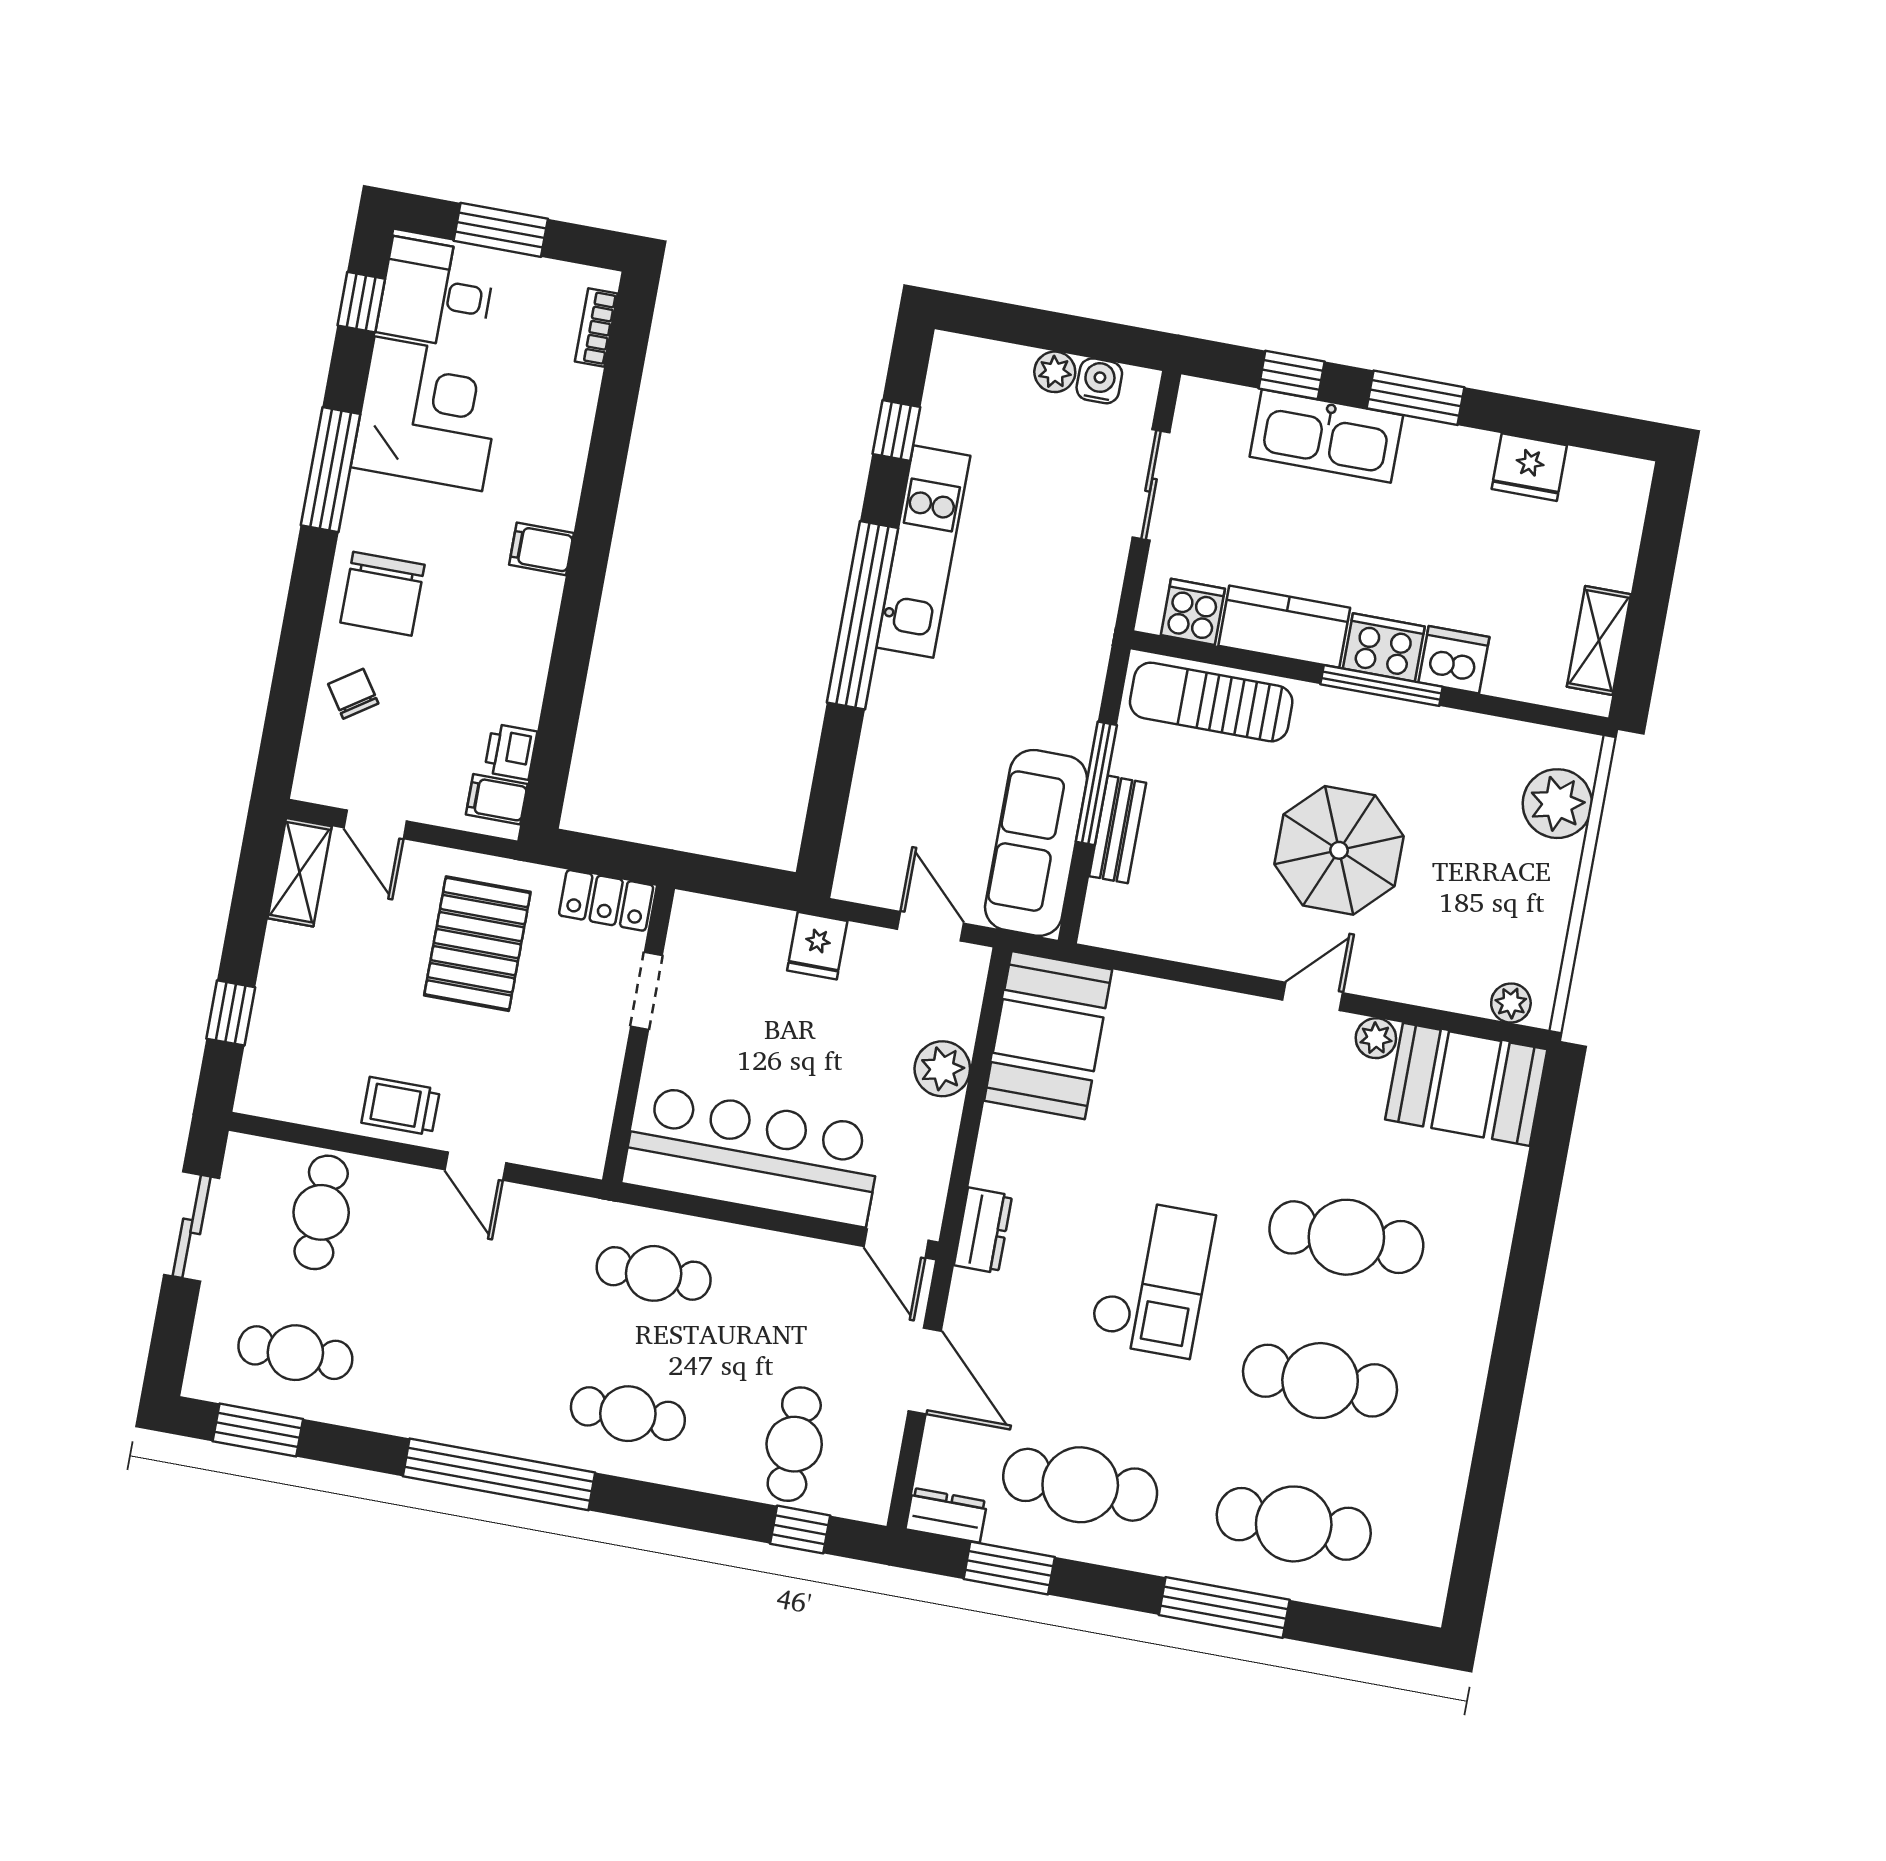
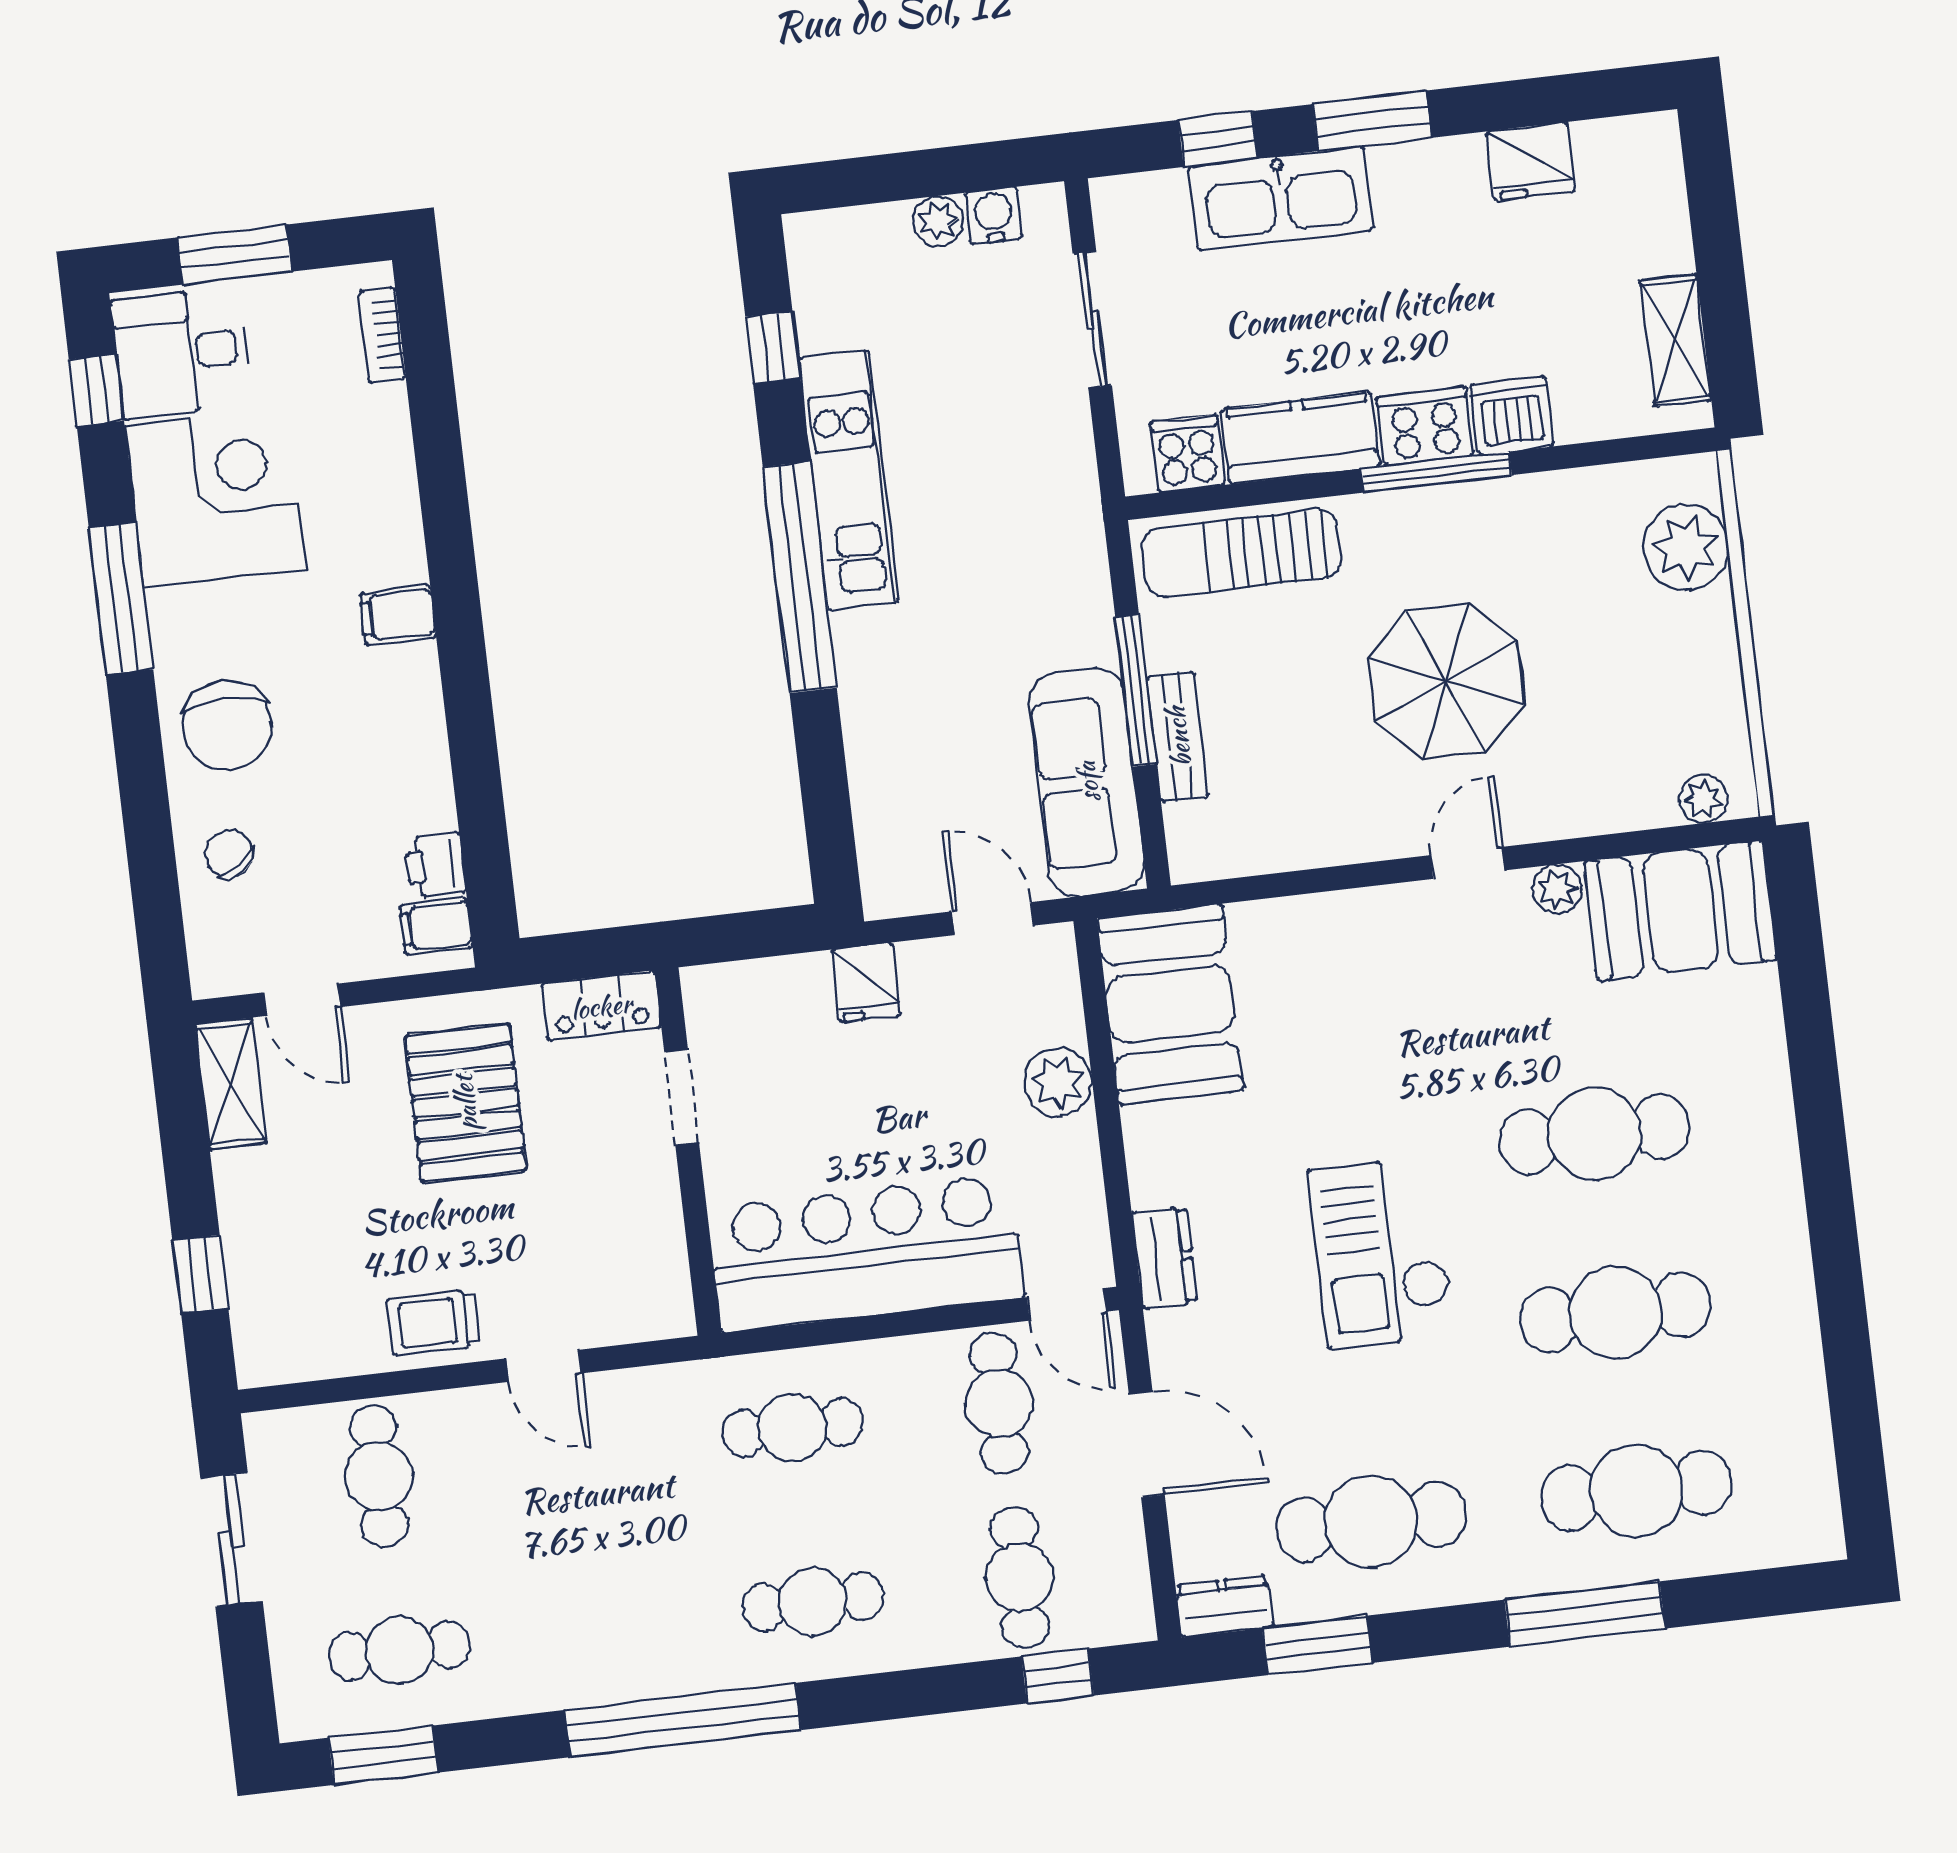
checkout: (1152, 1278) -> (1381, 1252), turned 180
cafe table: (820, 1304) -> (999, 1403), added

